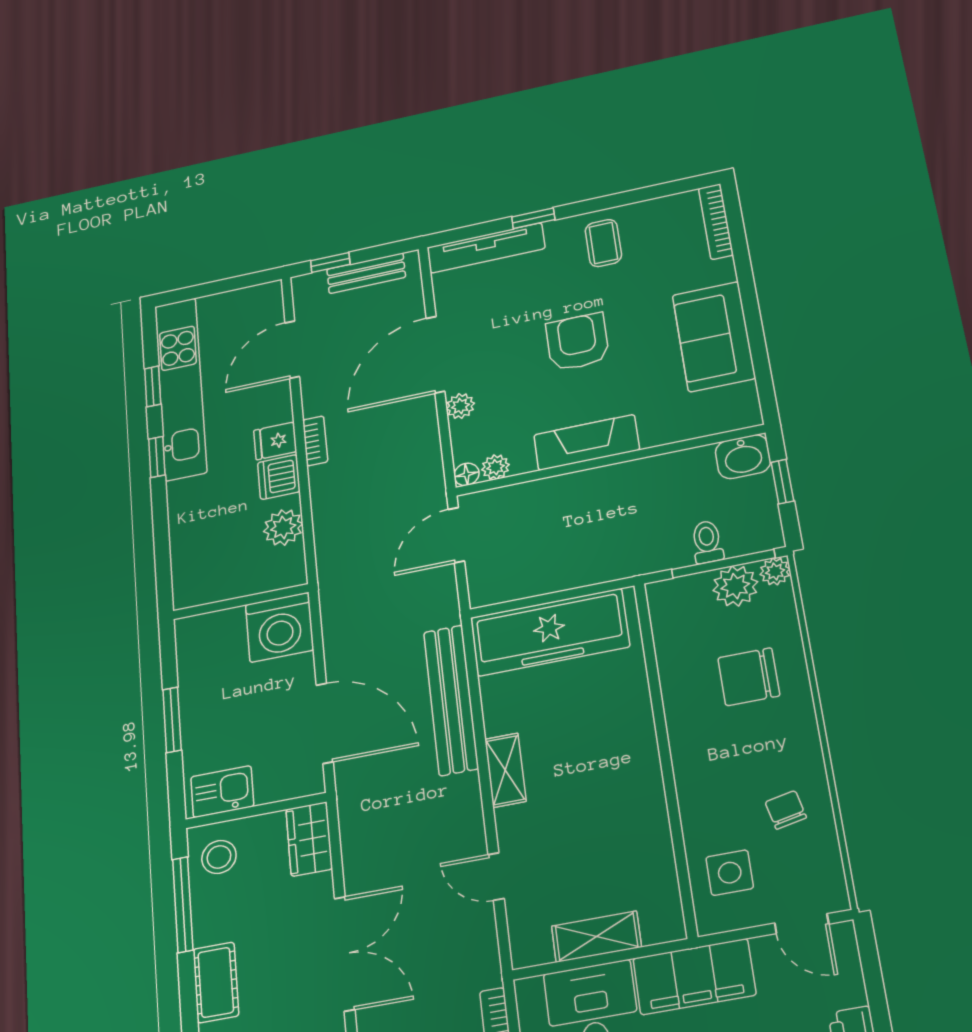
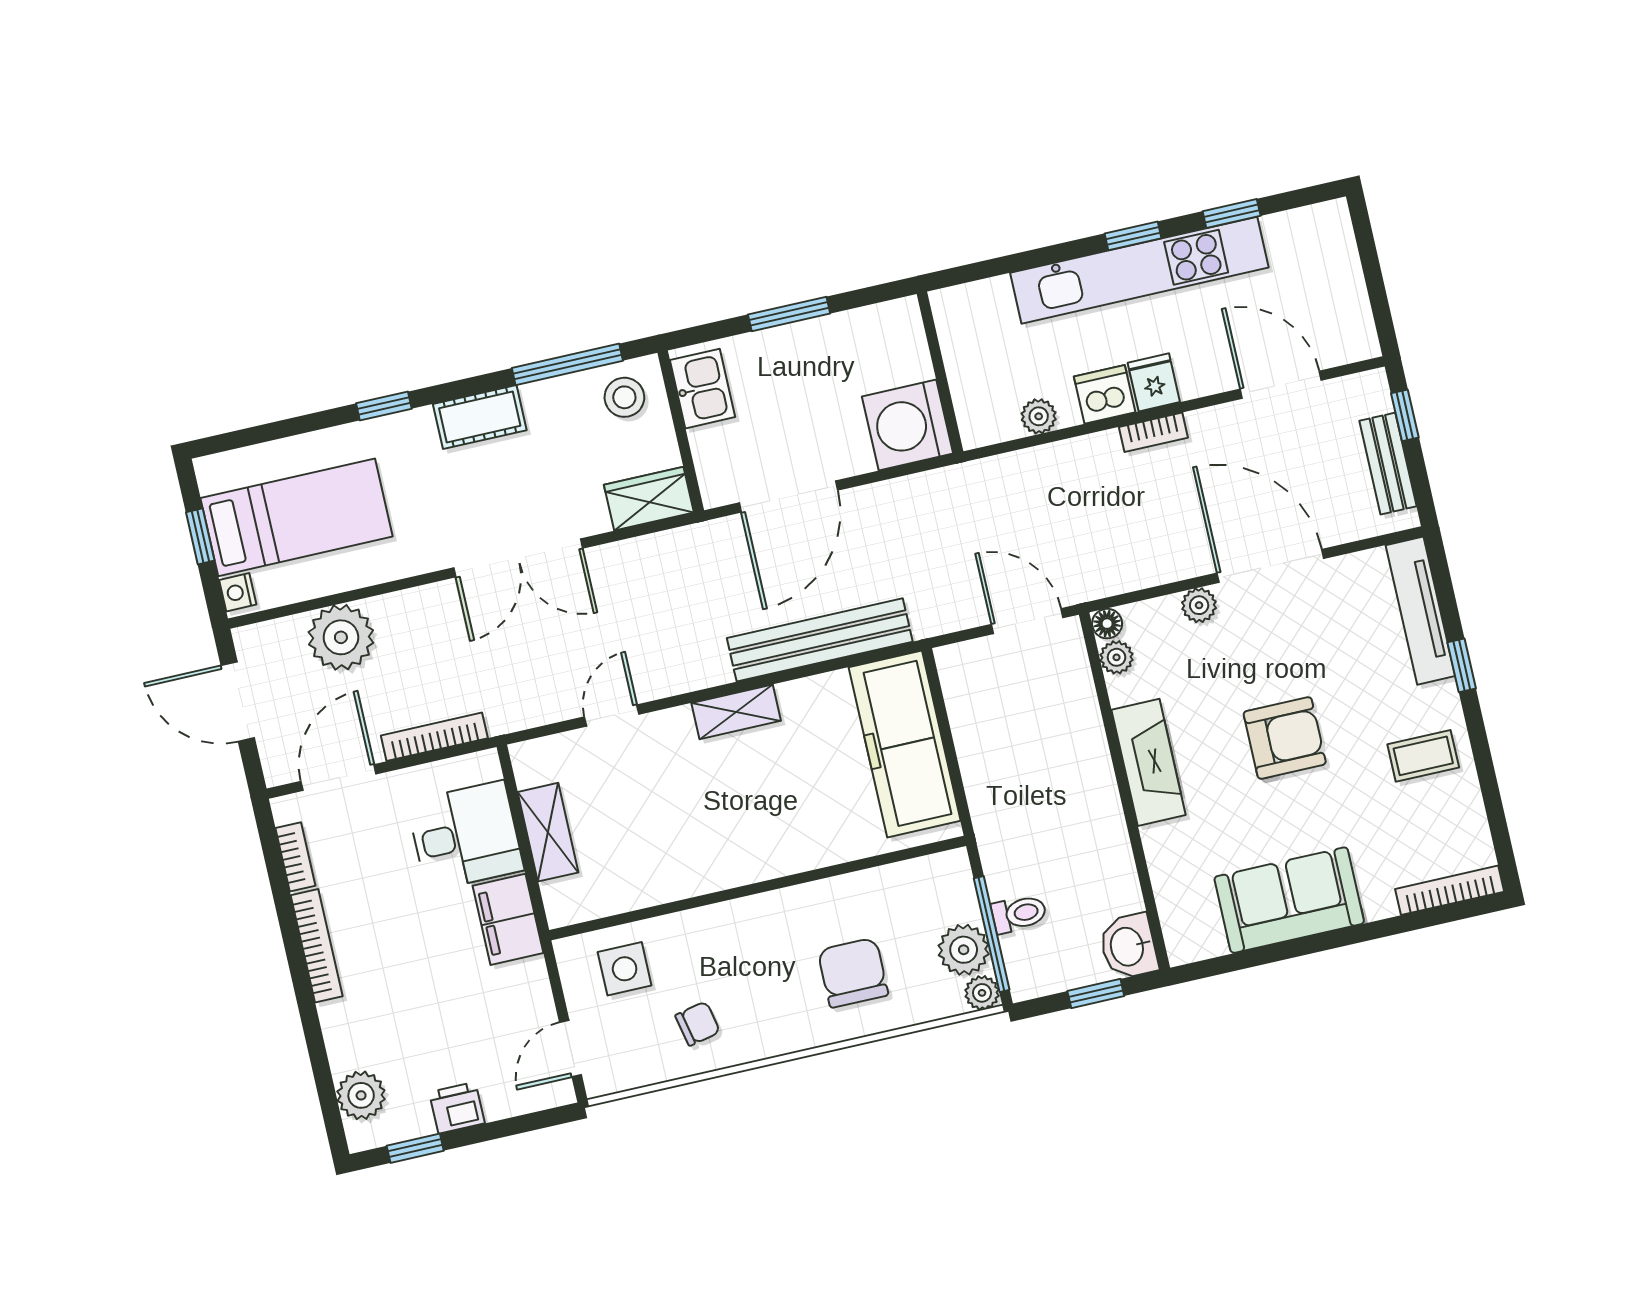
kitchen unit: (181, 388) -> (1139, 270), moved
plant: (283, 527) -> (1039, 416), width x0.73, depth x0.73
filing cabinet: (694, 977) -> (508, 919), width x0.67, depth x0.86

